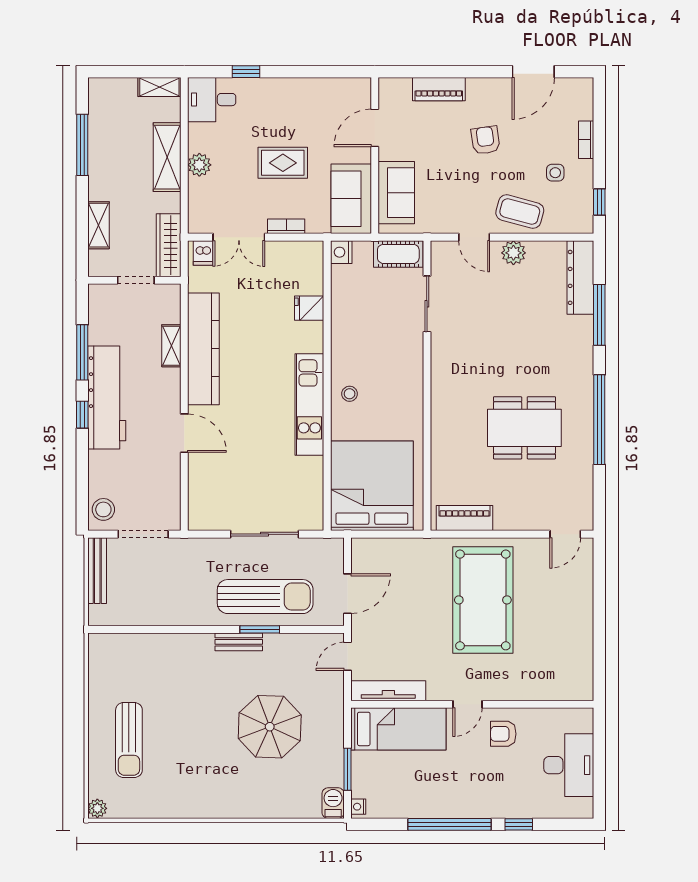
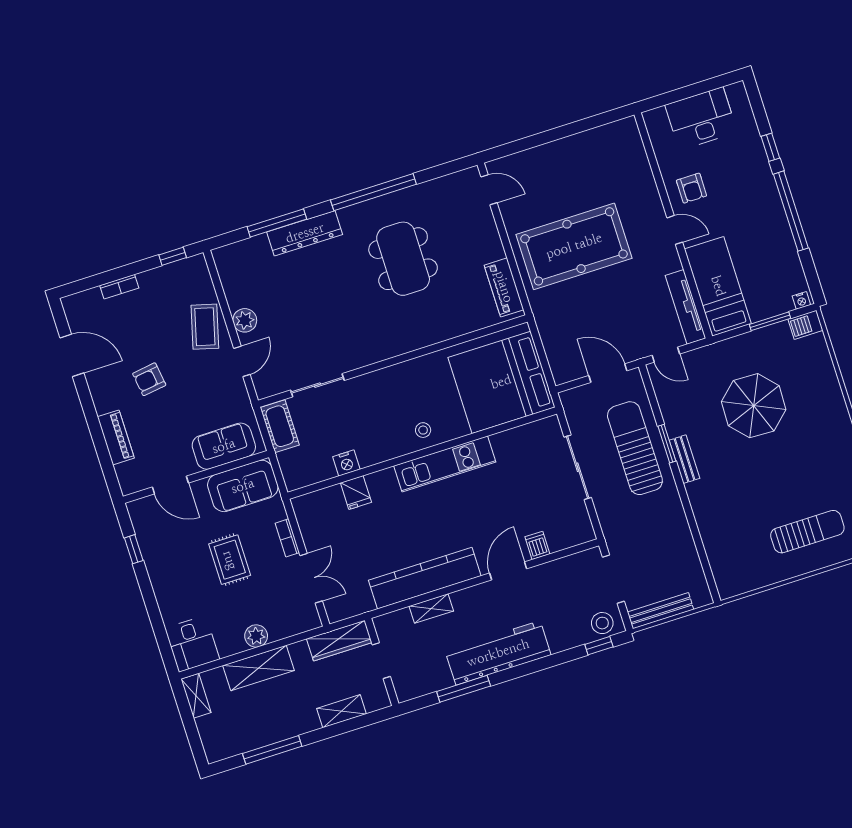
window: (246, 72) -> (134, 549), moved
side table: (555, 173) -> (159, 305), removed
nightstand: (341, 252) -> (346, 463), moved
dishwasher: (203, 253) -> (537, 545), moved, turned -90
dresser: (580, 277) -> (305, 233), moved
window: (82, 415) -> (599, 646), moved

